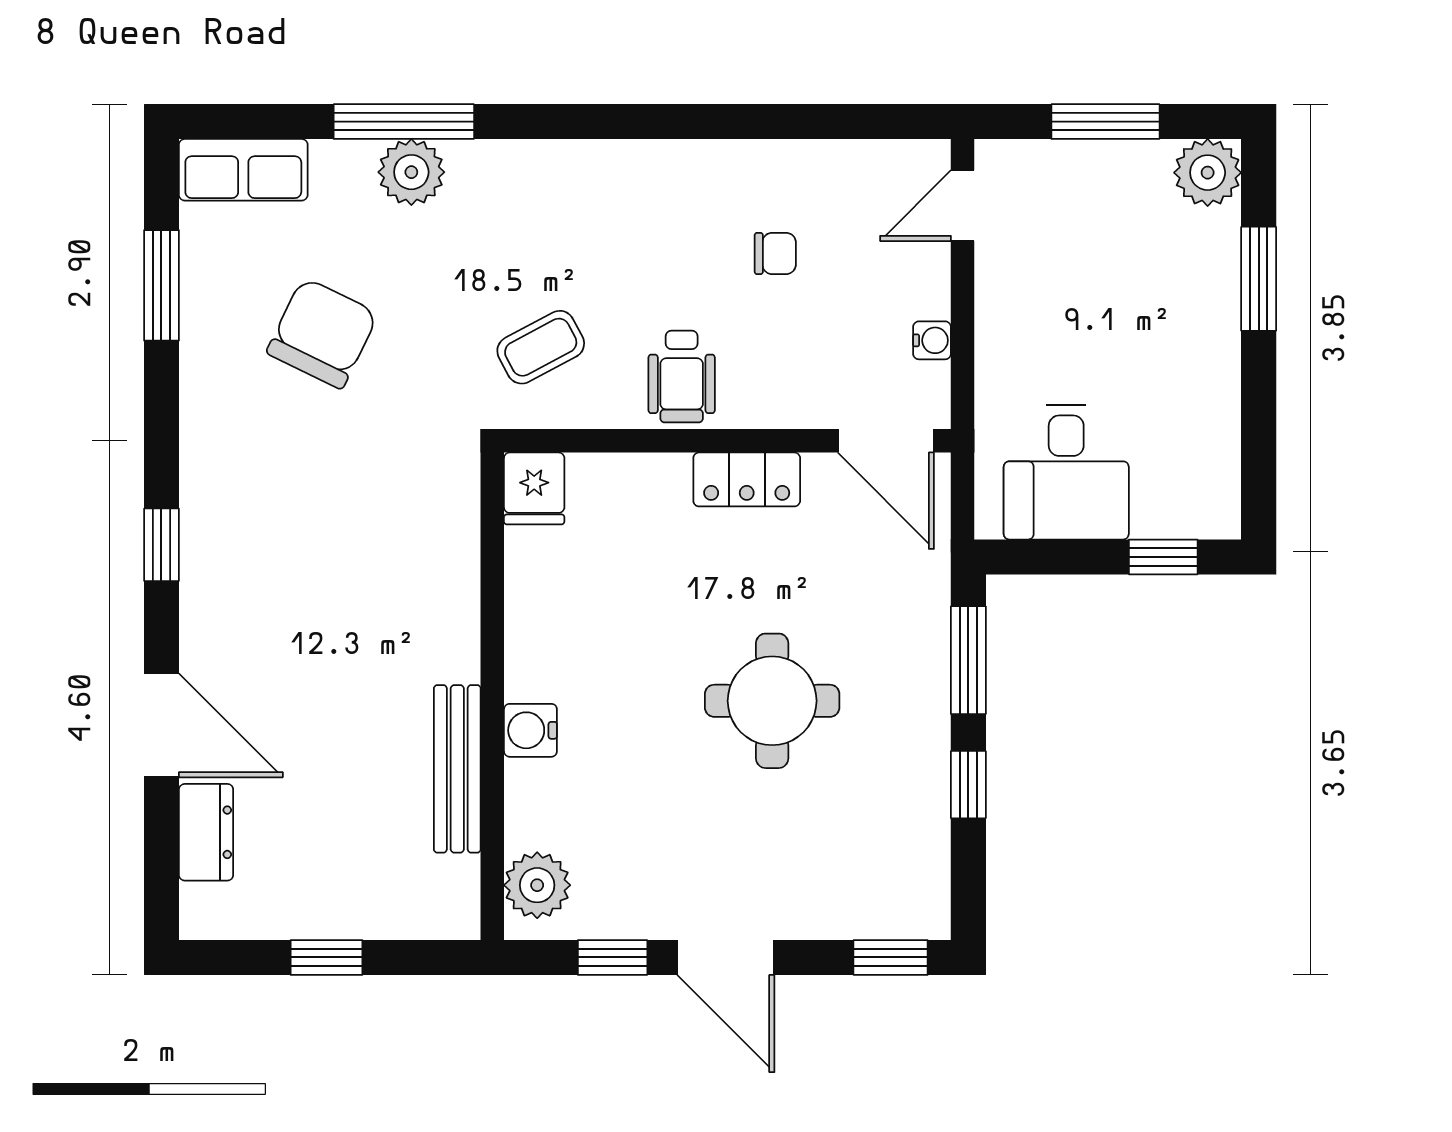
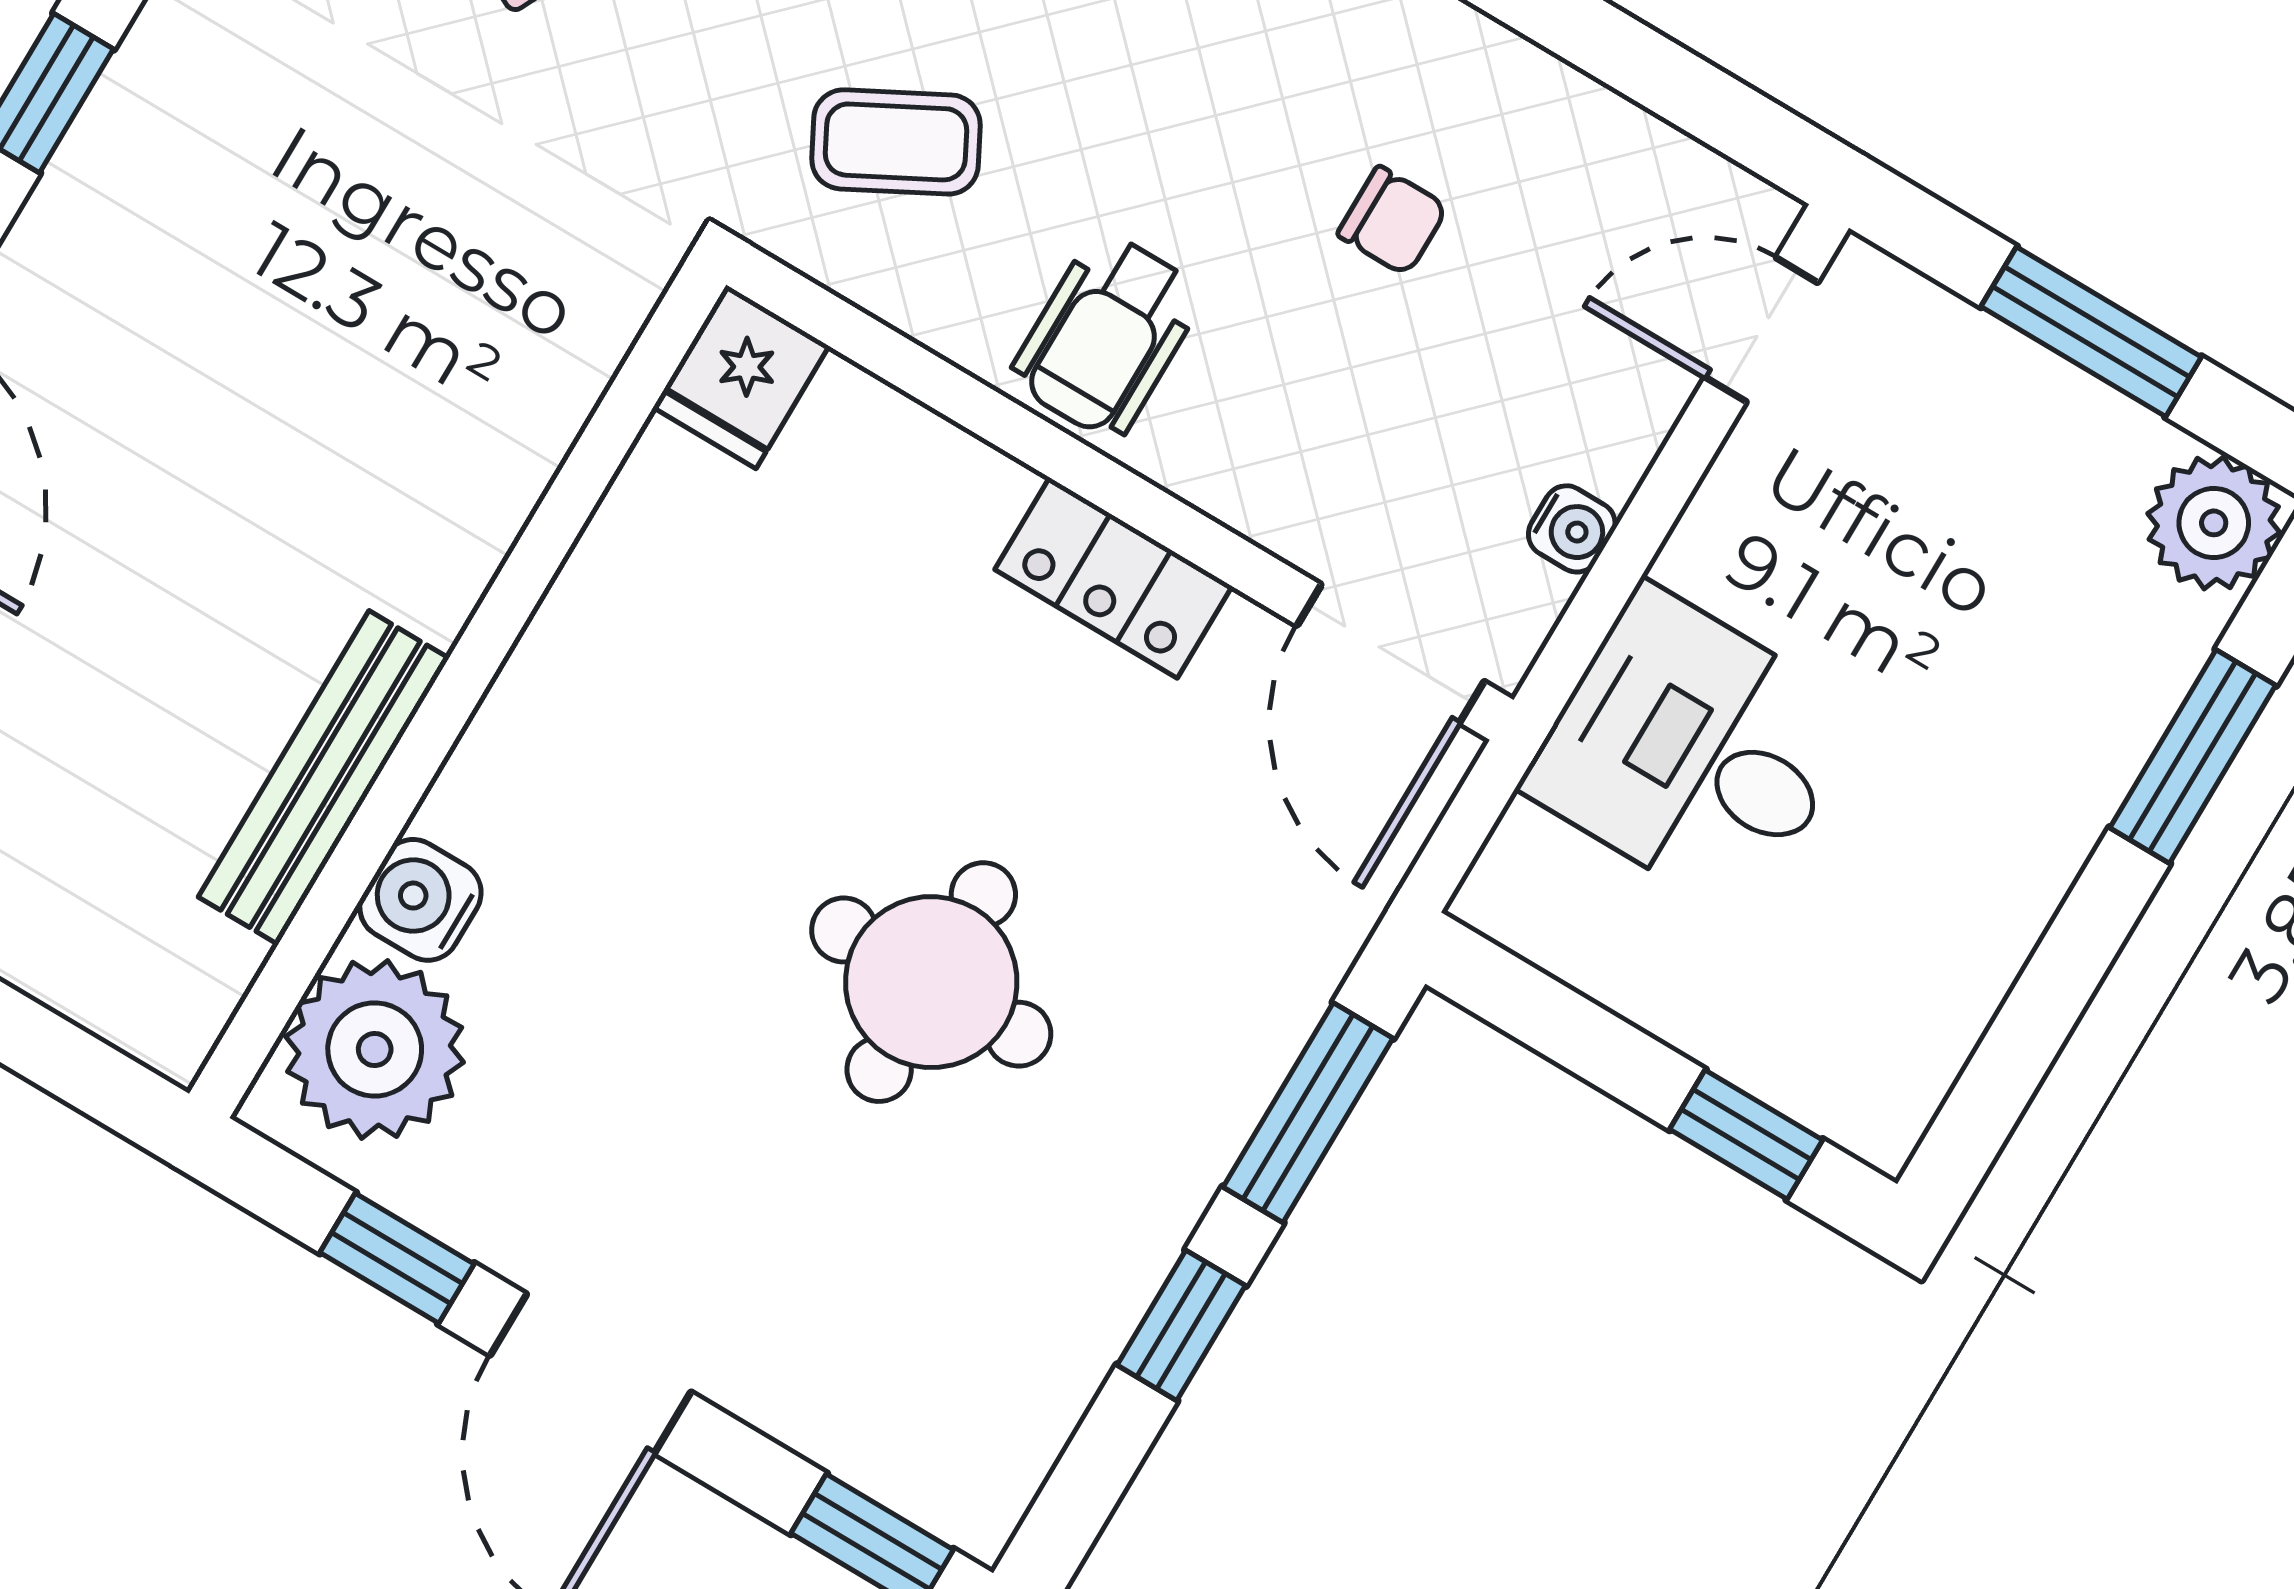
desk: (1066, 472) -> (1693, 751), moved, turned 90
water cooler: (530, 730) -> (420, 900), moved
plant: (537, 885) -> (375, 1049), width x1.36, depth x1.36

